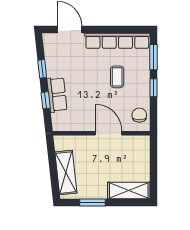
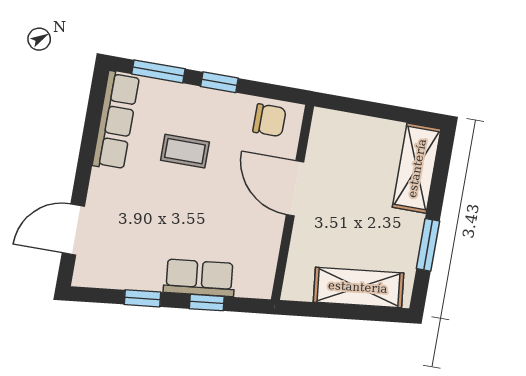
row of seats: (117, 41) -> (116, 121), width x0.73
chair: (139, 115) -> (269, 120), turned 180
door: (108, 133) -> (295, 188), hinge flipped

